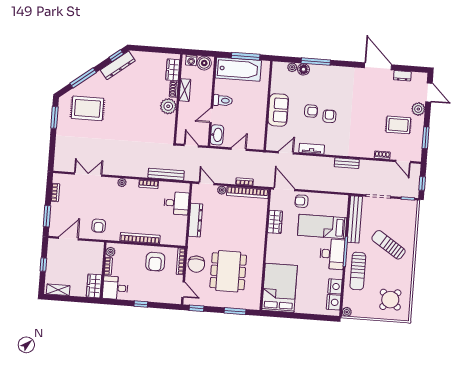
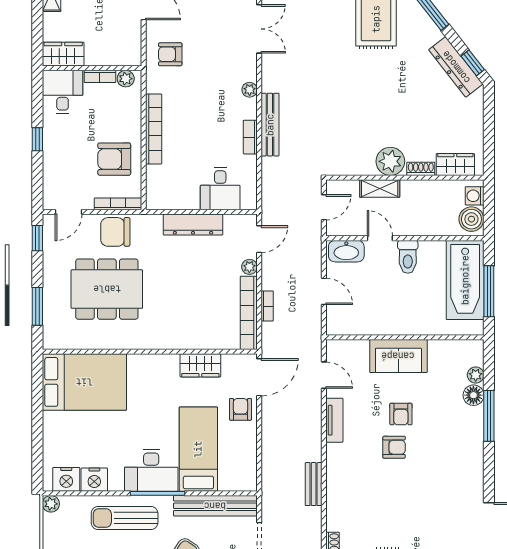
shelving: (185, 90) -> (380, 188), moved
bench: (166, 174) -> (270, 125), moved

